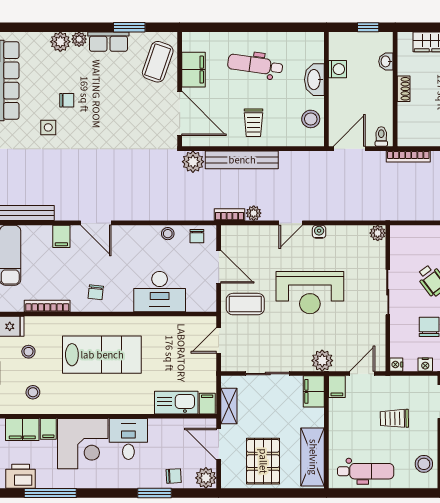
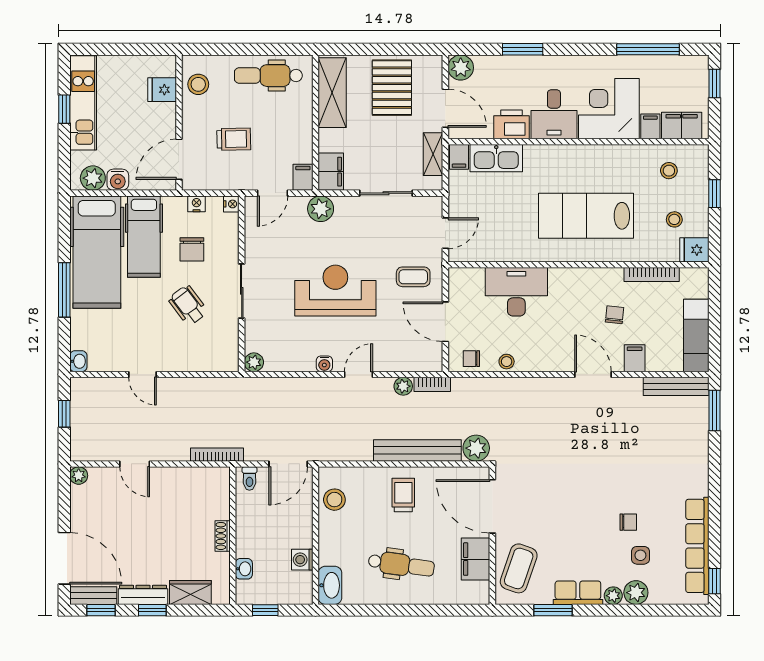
washbasin: (314, 80) -> (330, 585), moved
chair: (67, 100) -> (628, 522), turned 180
side table: (48, 127) -> (640, 555), moved
chair: (197, 236) -> (471, 359), turned -90
chair: (96, 292) -> (615, 315), moved
coffee table: (245, 304) -> (413, 277), width x0.73, depth x0.77
printer: (21, 476) -> (512, 124), moved, turned 180
chair: (174, 476) -> (500, 70), removed

